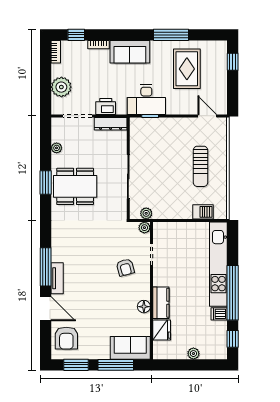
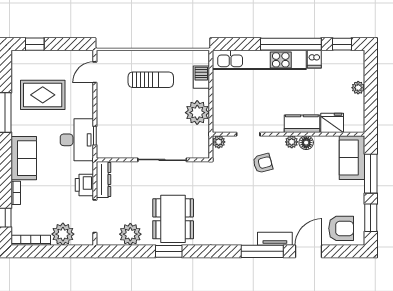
bookcase: (56, 52) -> (31, 240), width x1.56
plant: (57, 148) -> (130, 234), width x1.88, depth x1.88
plant: (146, 213) -> (197, 113), moved, width x1.88, depth x1.88
plant: (145, 293) -> (292, 142), added

